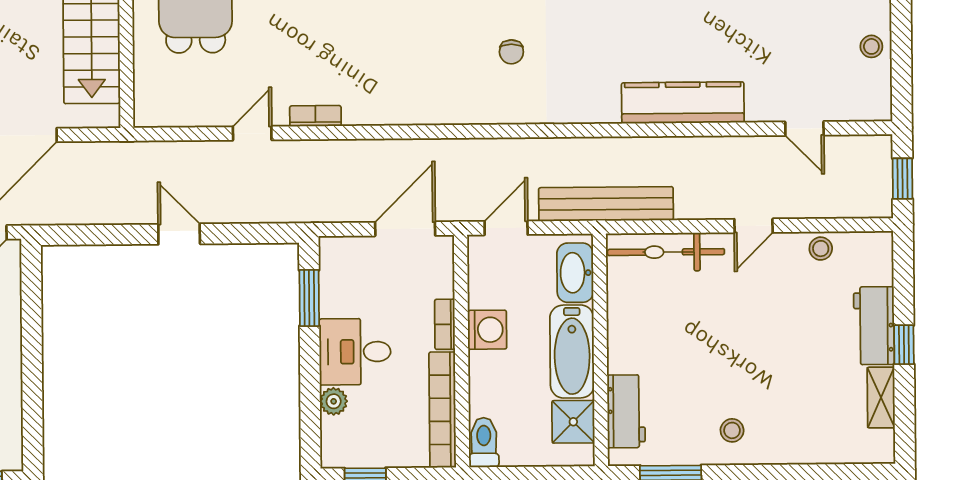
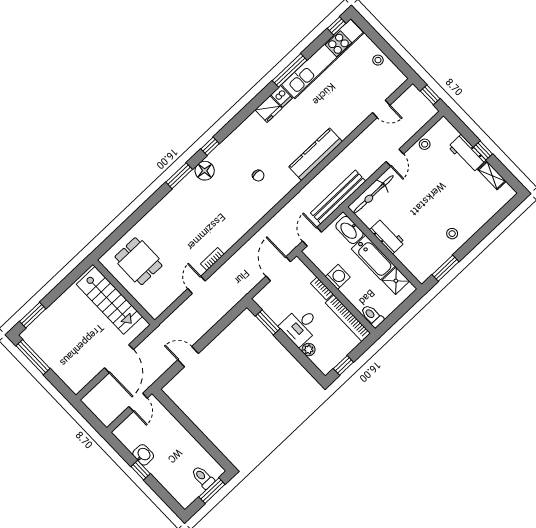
kitchen counter: (683, 103) -> (316, 154), moved
door: (179, 234) -> (188, 357), moved
workbench: (626, 411) -> (387, 236), moved

